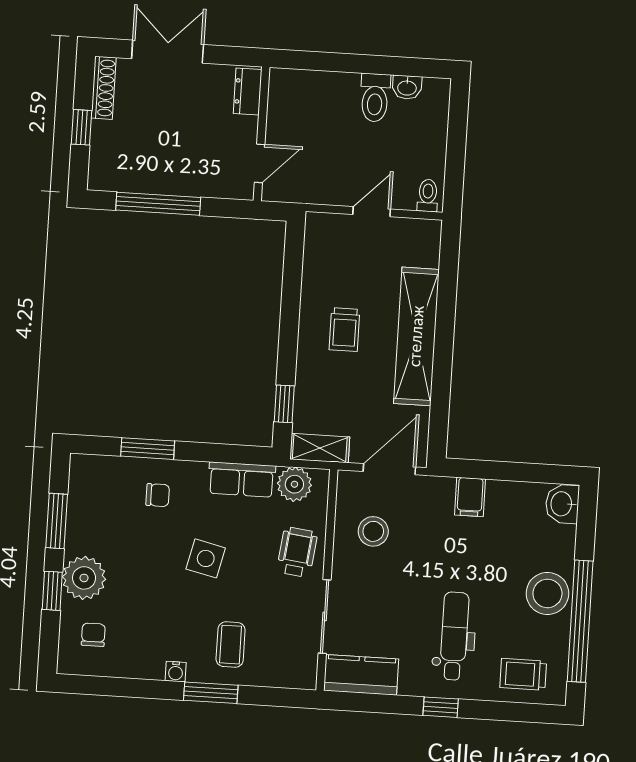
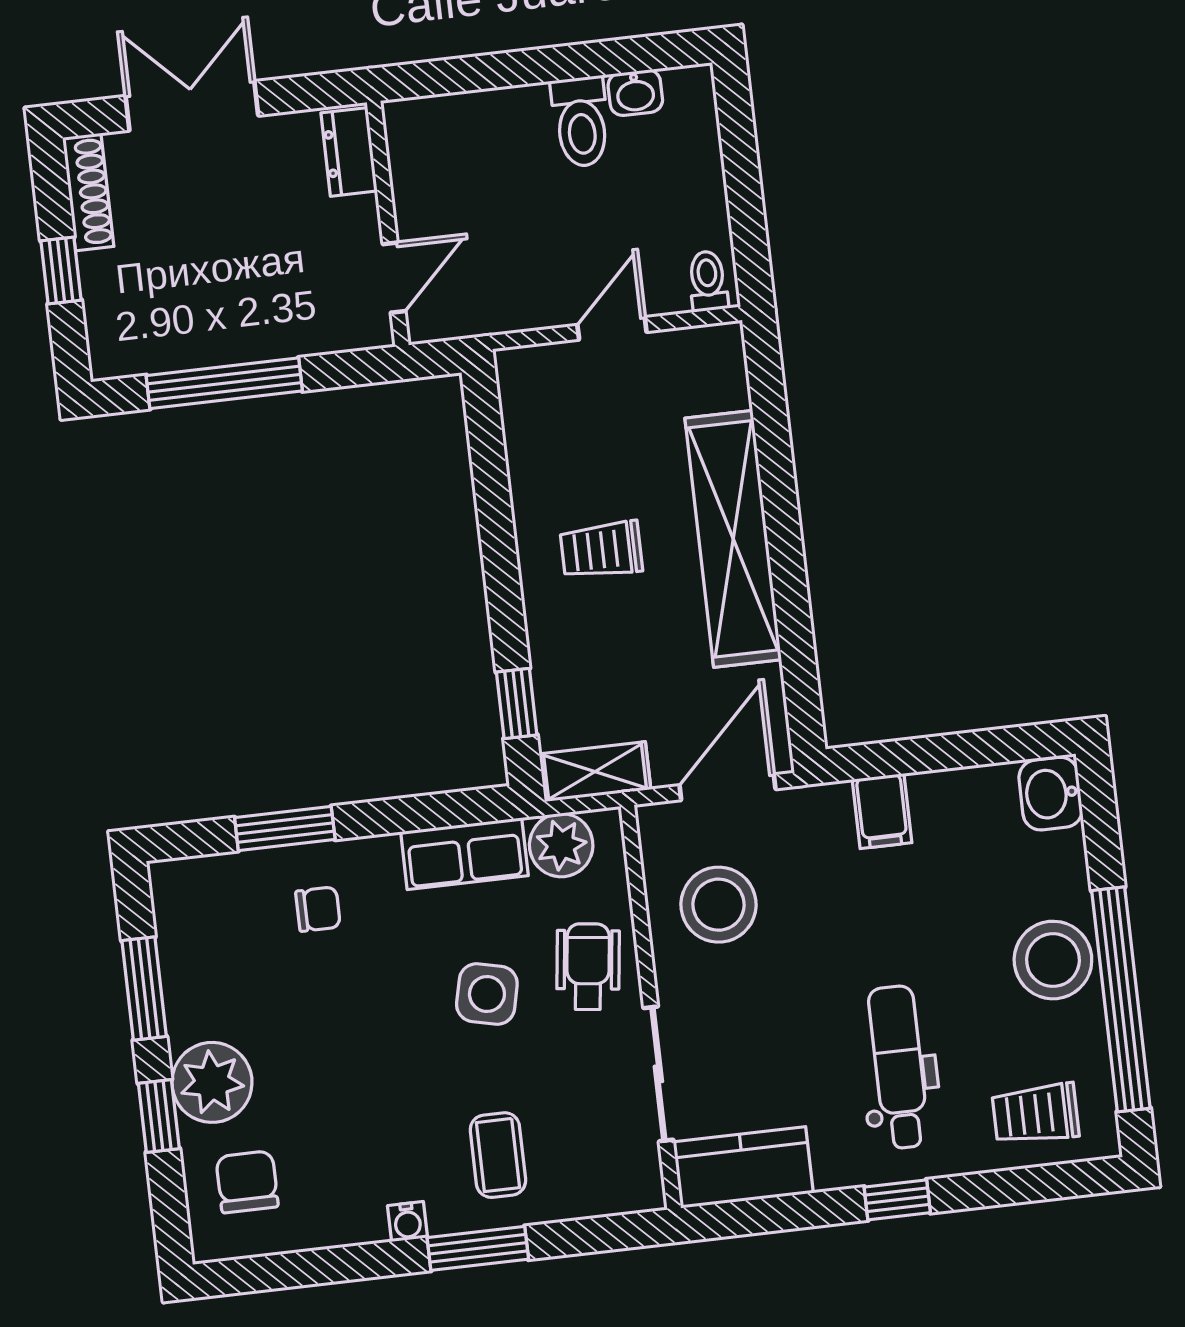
trolley: (345, 330) -> (601, 550), turned 90
stool: (373, 531) -> (719, 905), width x1.38, depth x1.38
side table: (206, 558) -> (487, 994), moved
chair: (93, 635) -> (247, 1182), width x1.37, depth x1.37

